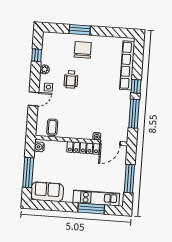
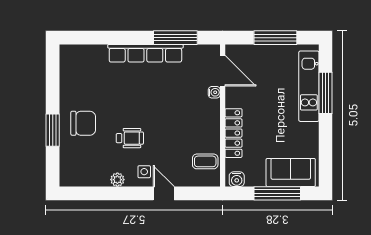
chair: (83, 50) -> (83, 123), turned 180
window: (37, 55) -> (96, 193), removed
row of seats: (127, 65) -> (145, 53), moved
window: (136, 86) -> (133, 38), removed
locker: (83, 148) -> (233, 133), moved
sofa: (47, 192) -> (291, 172), moved, turned 90

